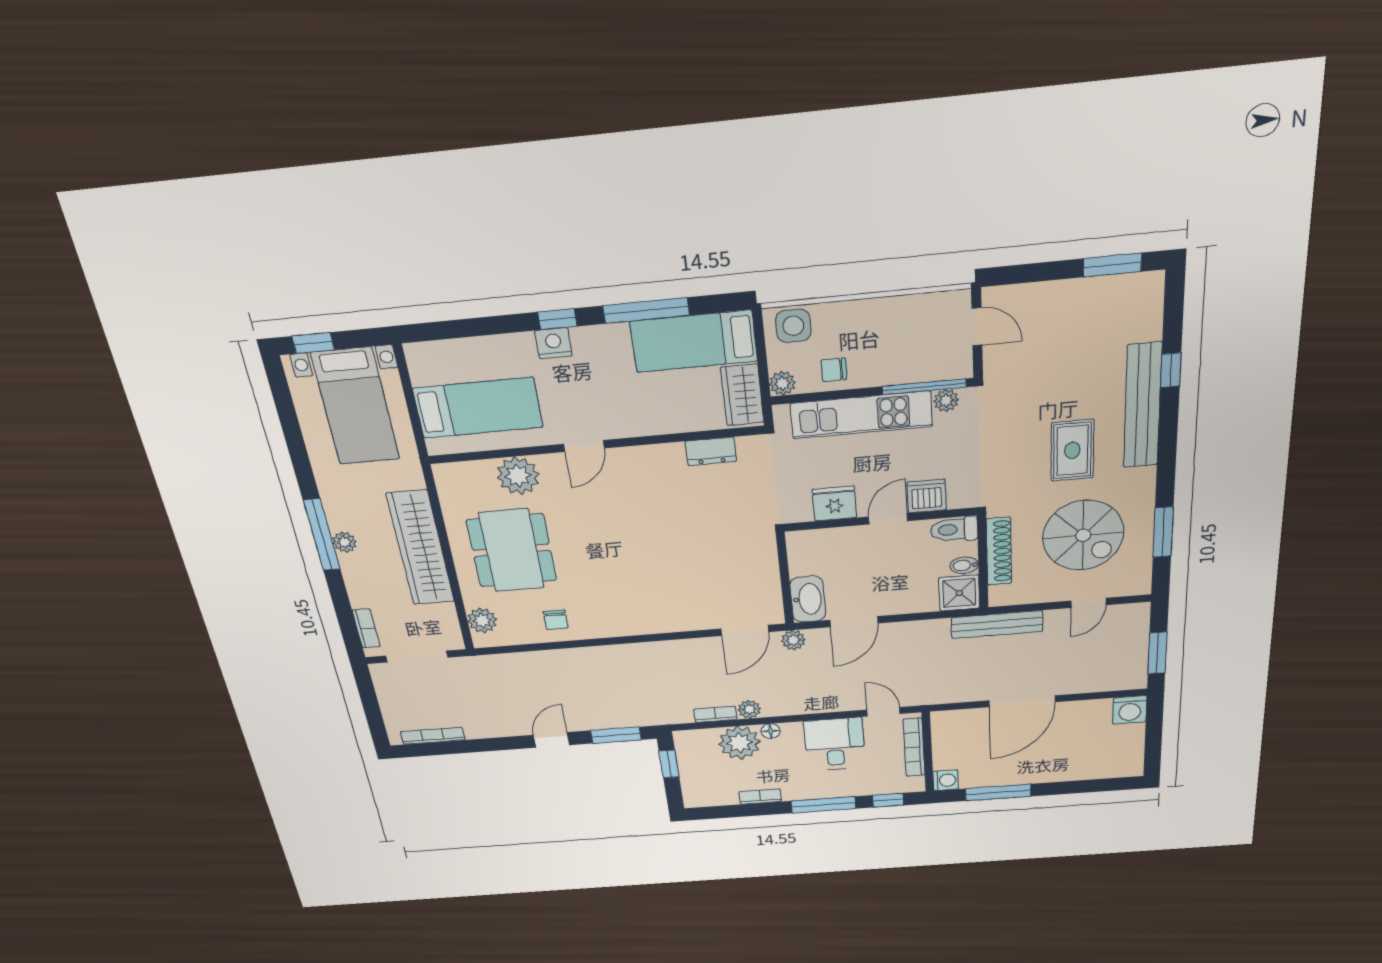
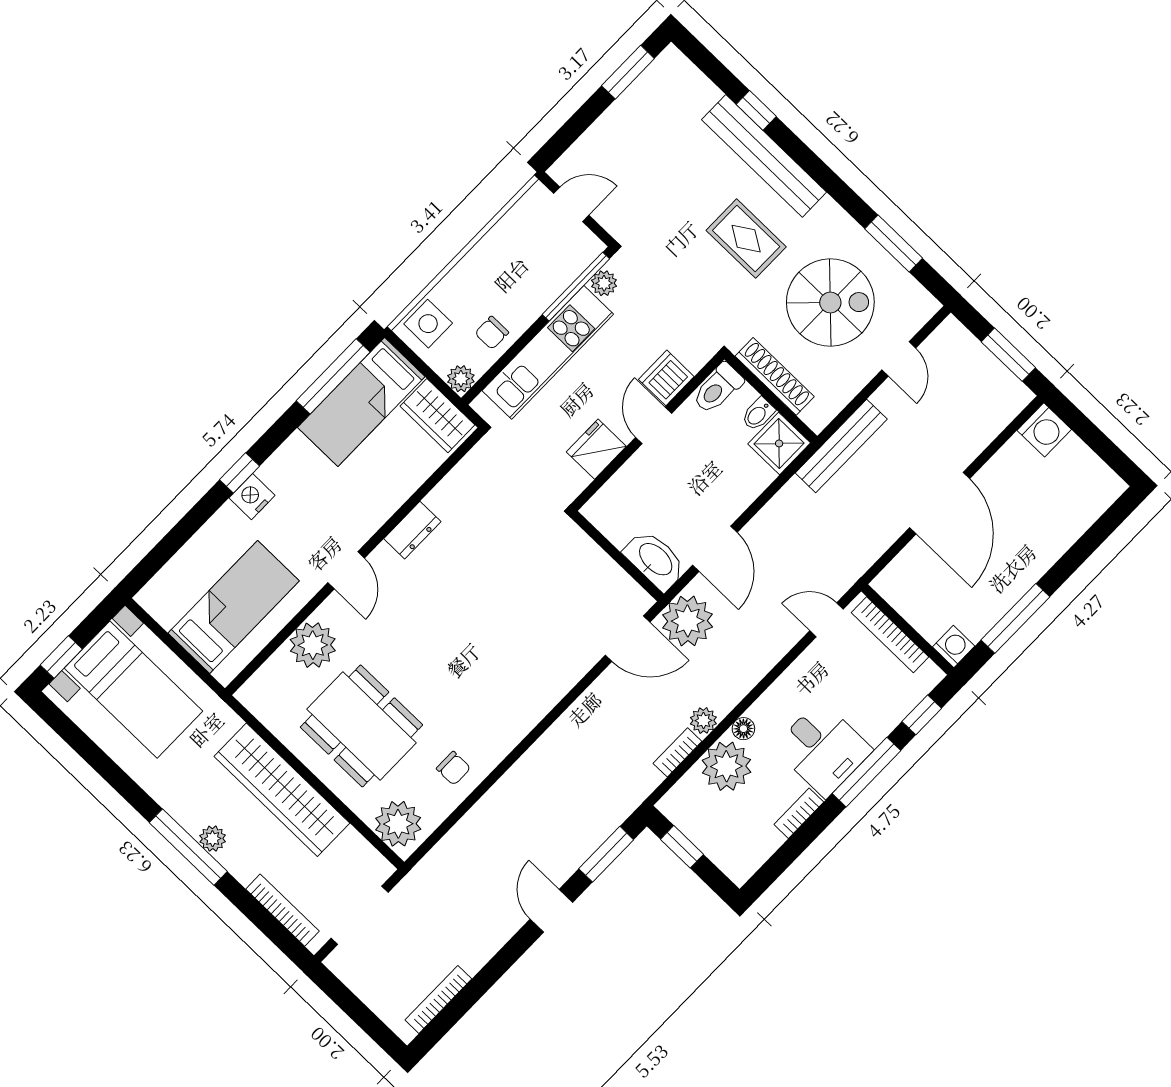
window: (646, 310) -> (333, 376), moved
dresser: (711, 451) -> (412, 530), moved
plant: (482, 620) -> (398, 824), width x1.36, depth x1.36
bookcase: (366, 628) -> (282, 910), width x1.56
door: (745, 630) -> (628, 639), hinge flipped
plant: (793, 640) -> (688, 621), width x1.88, depth x1.88
desk: (835, 744) -> (823, 749), moved, turned 180

